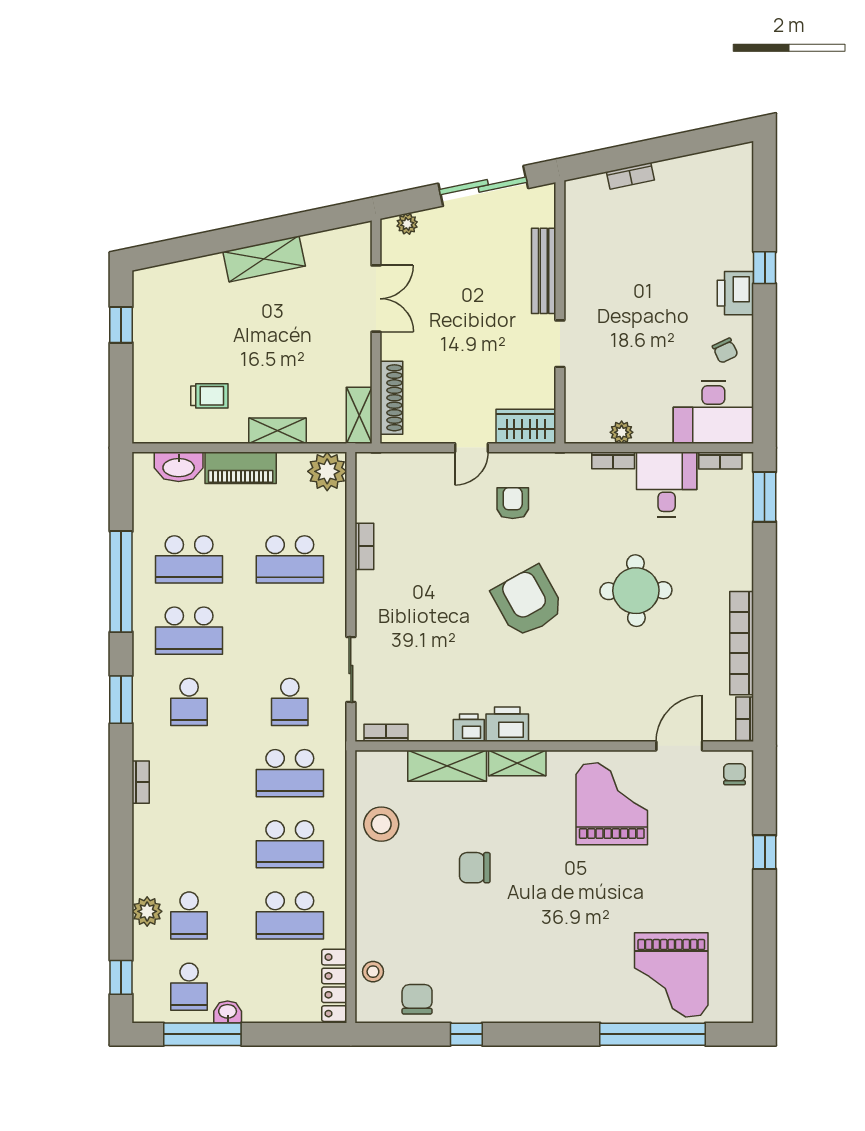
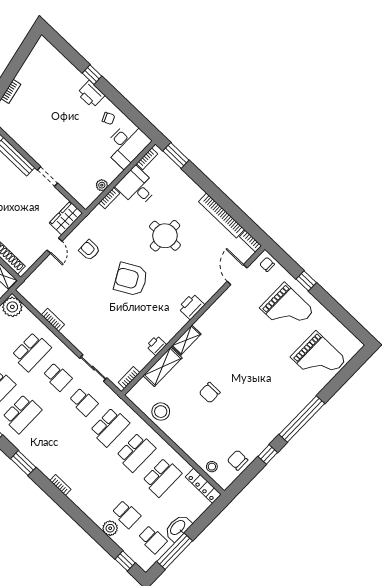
school desk: (189, 702) -> (58, 377), moved
printer: (507, 724) -> (191, 306), moved
grand piano: (612, 804) -> (287, 309), moved, turned 180
washbasin: (228, 1012) -> (178, 528), width x1.91, depth x1.45
window: (653, 1034) -> (302, 419), moved

